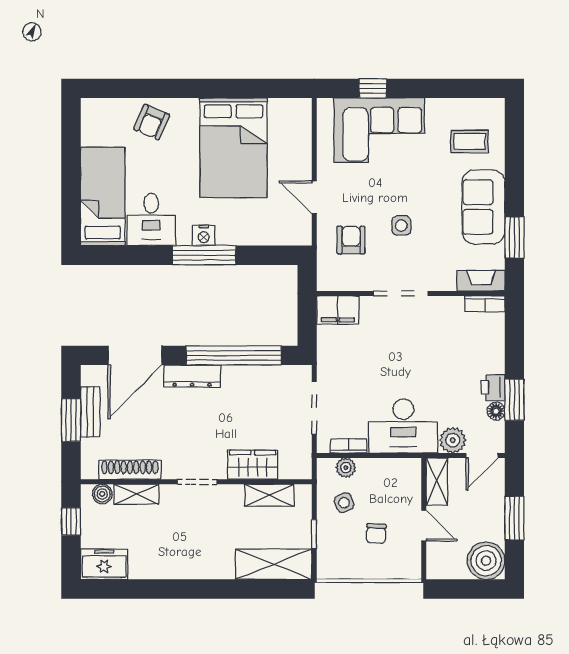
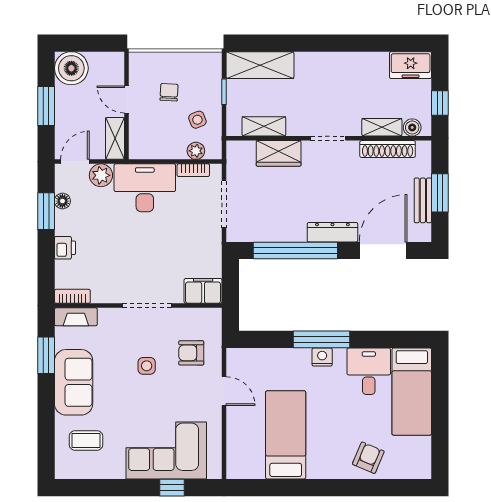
bed: (234, 148) -> (286, 435), width x0.67
armchair: (351, 240) -> (191, 353), turned 90
printer: (493, 388) -> (65, 248), moved

